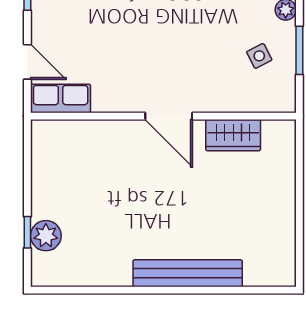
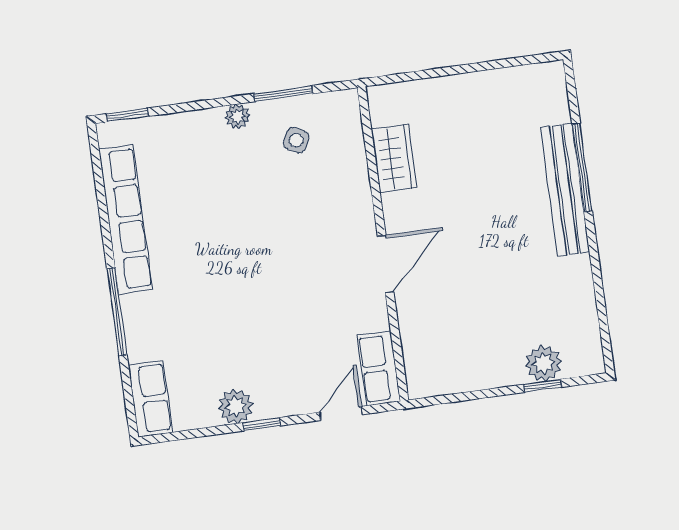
side table: (259, 56) -> (296, 140), turned -36
door: (169, 116) -> (386, 264), moved
window: (204, 290) -> (582, 168), added

